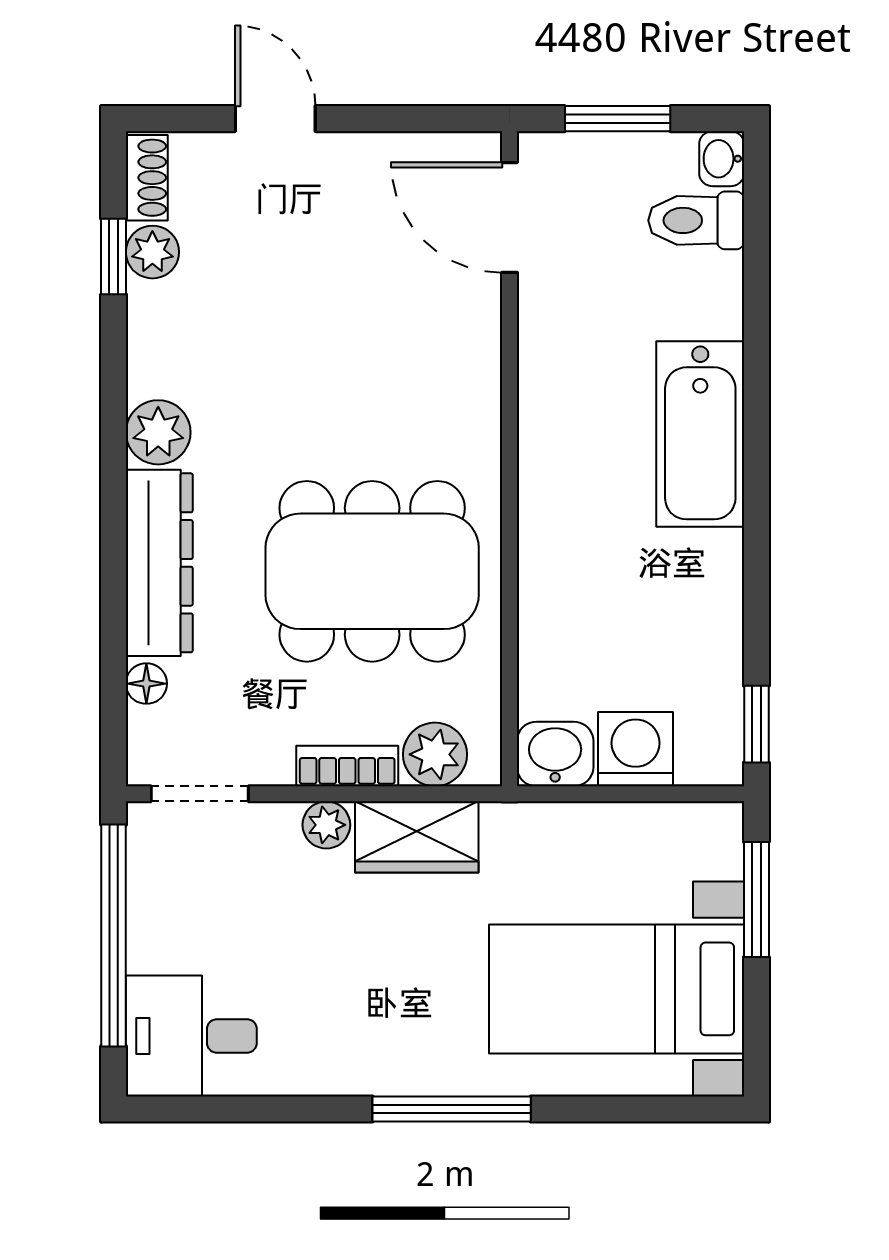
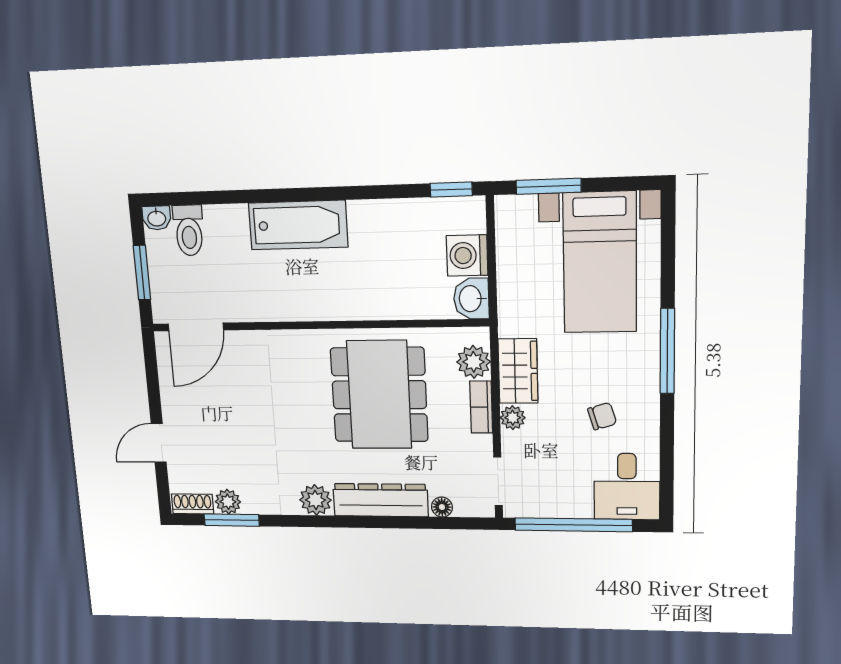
window: (114, 257) -> (232, 520), width x1.50
chair: (329, 991) -> (602, 416), added

